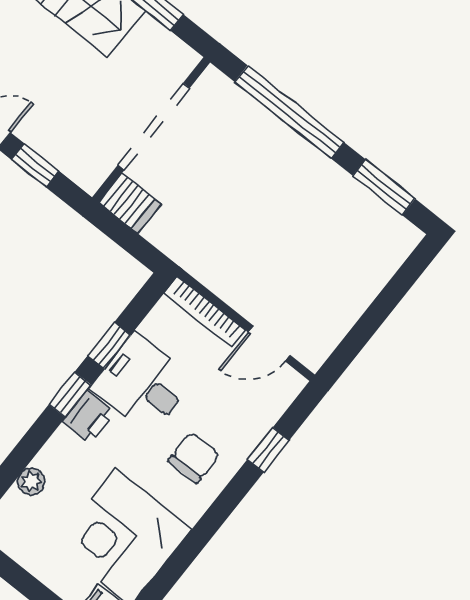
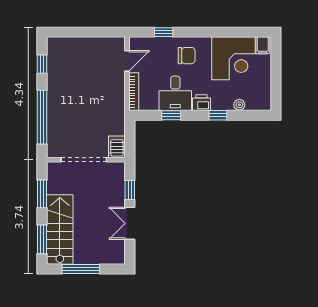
window: (384, 187) -> (42, 64), width x0.67
door: (269, 344) -> (127, 61), hinge flipped
window: (70, 395) -> (218, 115), moved
chair: (194, 458) -> (187, 56), turned 180

